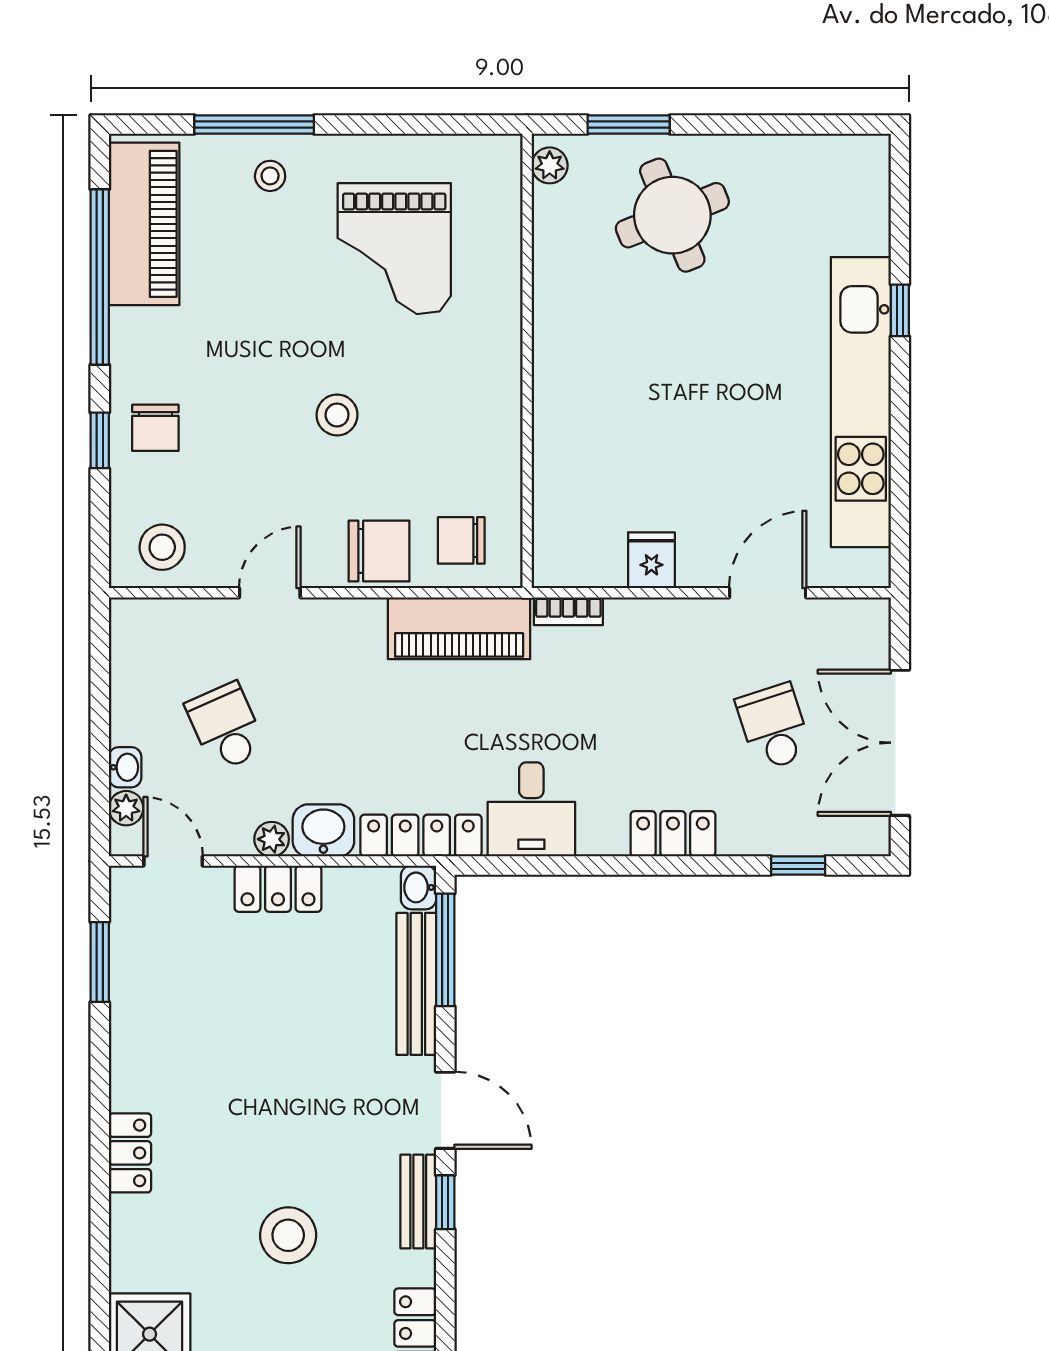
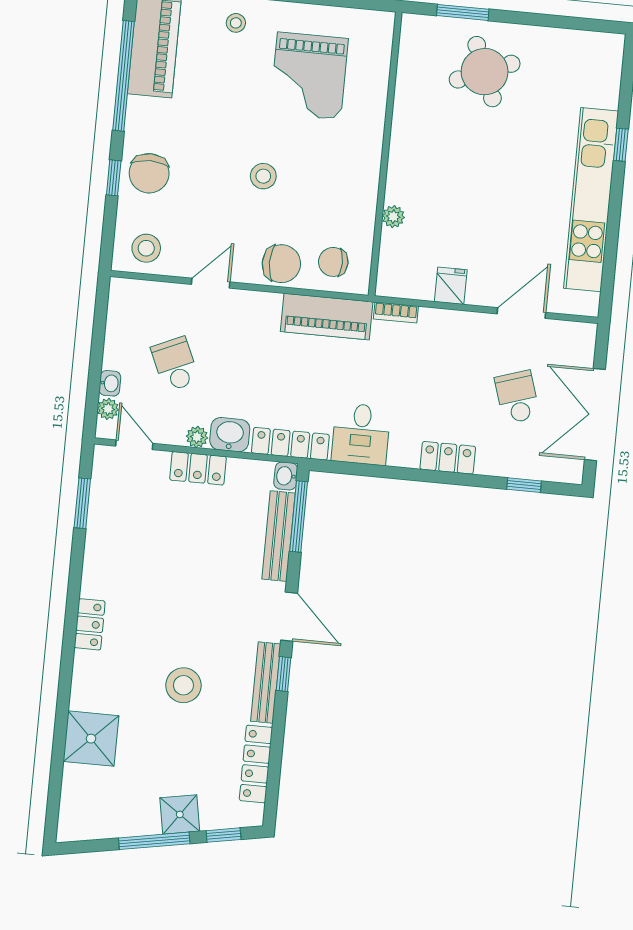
plant: (550, 165) -> (393, 217), moved
chair: (155, 428) -> (149, 173), width x1.37, depth x1.37
bench: (418, 1202) -> (266, 683), width x1.36

